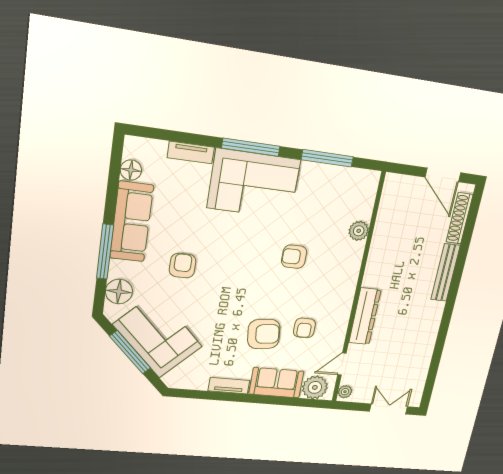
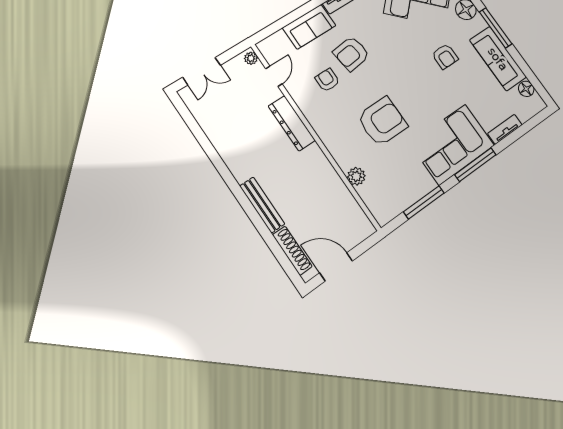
armchair: (294, 257) -> (382, 121), width x1.88, depth x1.88
plant: (315, 387) -> (277, 44), removed

